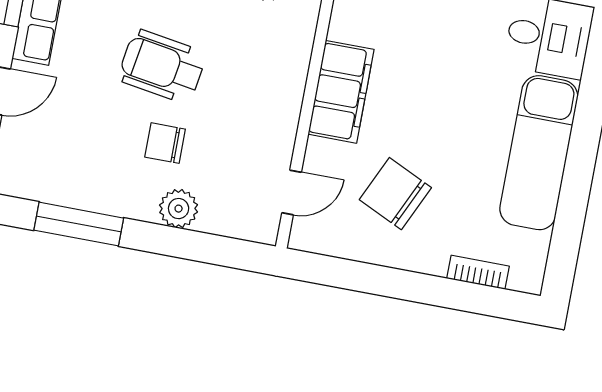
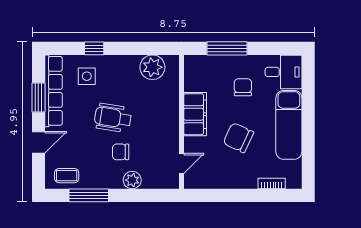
chair: (455, 53) -> (243, 87), added
coffee table: (39, 172) -> (67, 176), added
chair: (395, 194) -> (238, 138), moved

